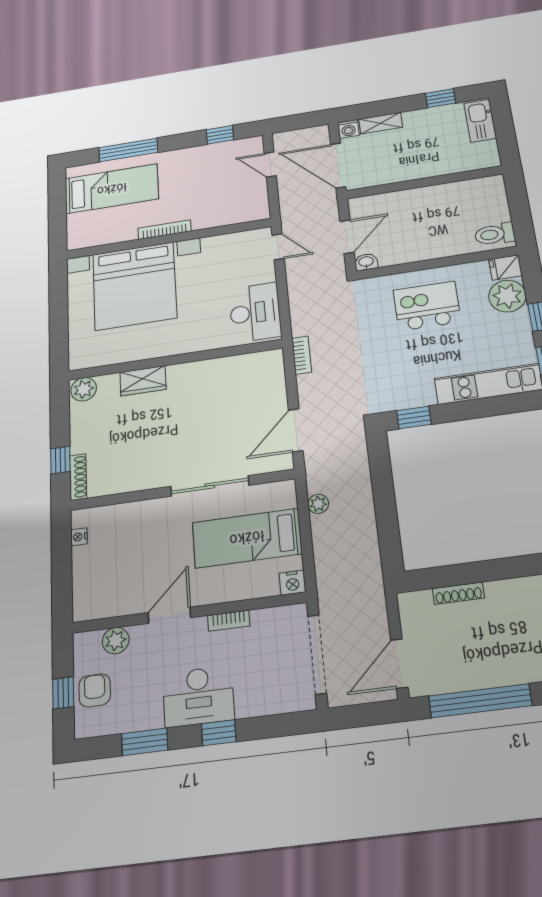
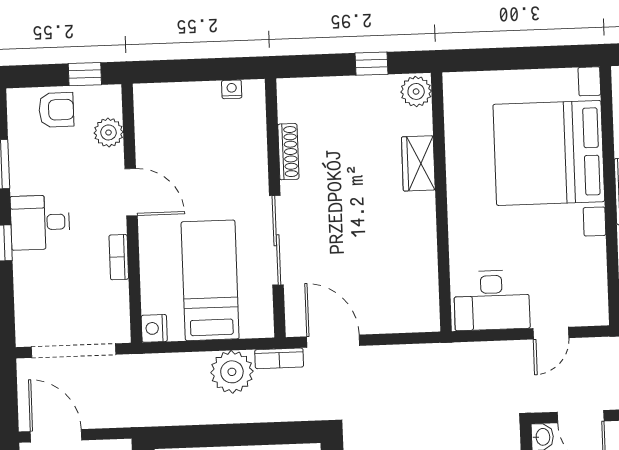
door: (278, 247) -> (551, 333), moved
bookcase: (302, 355) -> (279, 358), moved
window: (60, 460) -> (371, 64), moved
shoe rack: (78, 477) -> (288, 152), moved, turned -90
plant: (318, 504) -> (232, 372), width x1.88, depth x1.88
window: (63, 693) -> (85, 74), moved
desk: (198, 696) -> (40, 222), width x0.73

